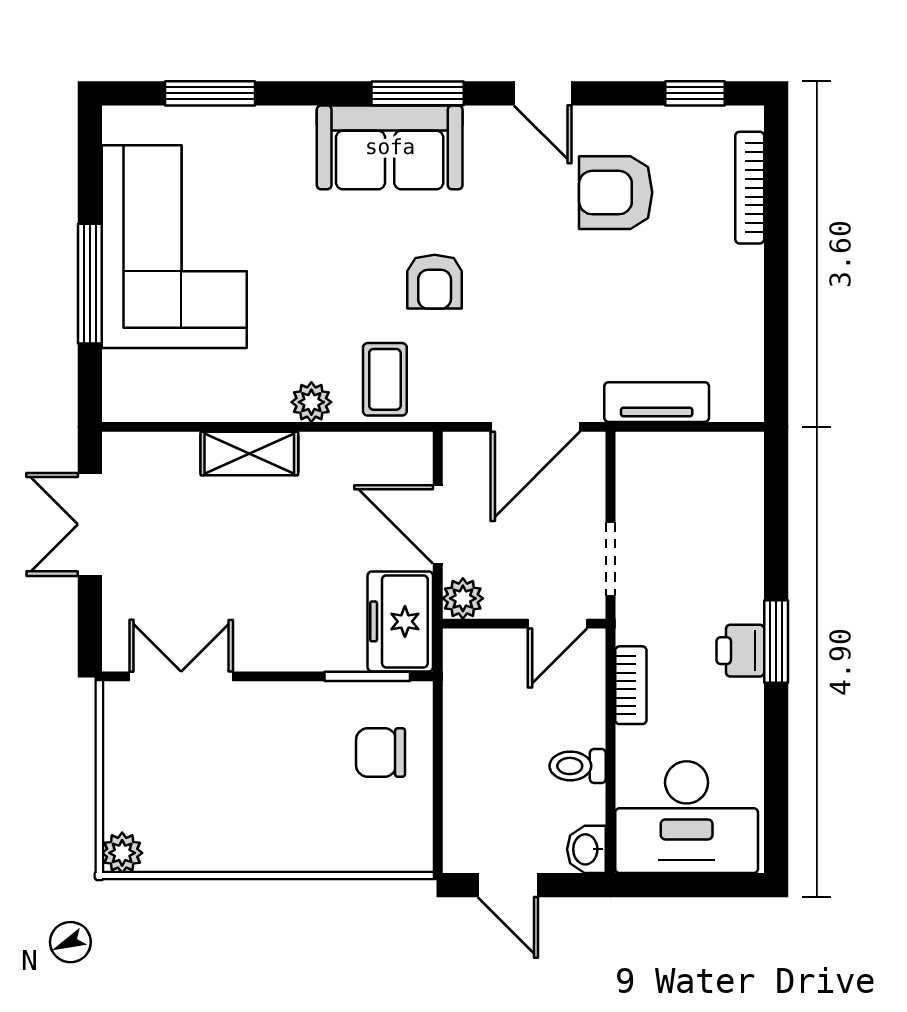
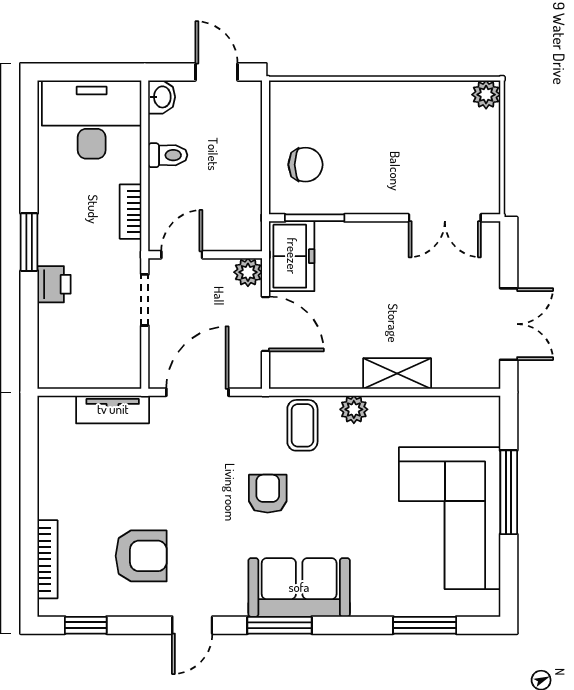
door: (543, 93) -> (192, 625), swing flipped
printer: (740, 651) -> (54, 284), moved

